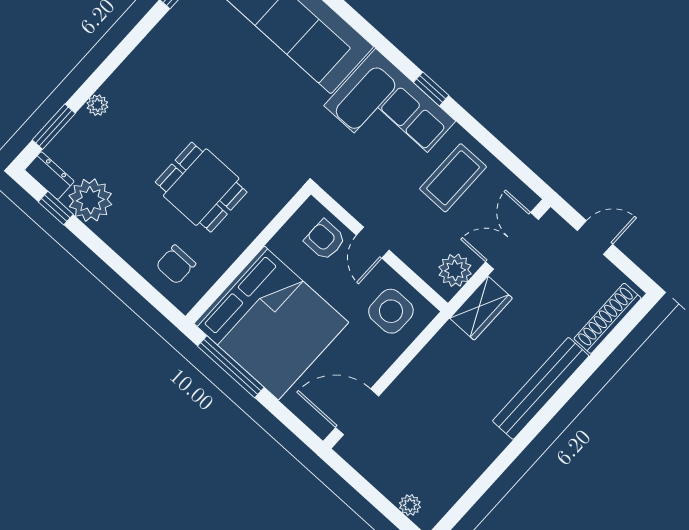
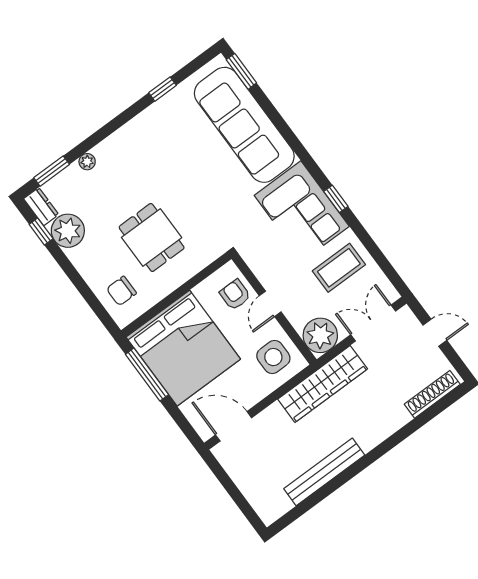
plant: (455, 270) -> (320, 335), width x1.36, depth x1.36
wardrobe: (481, 308) -> (323, 384), width x2.10, depth x1.17
bench: (541, 388) -> (324, 472), moved
plant: (410, 505) -> (259, 503), removed

